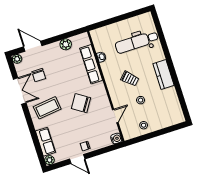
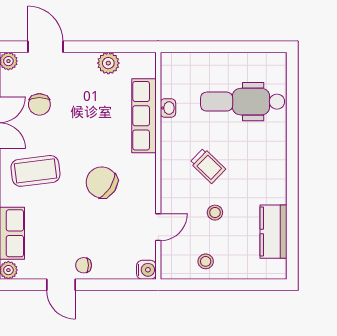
kitchen counter: (164, 74) -> (273, 232), moved

